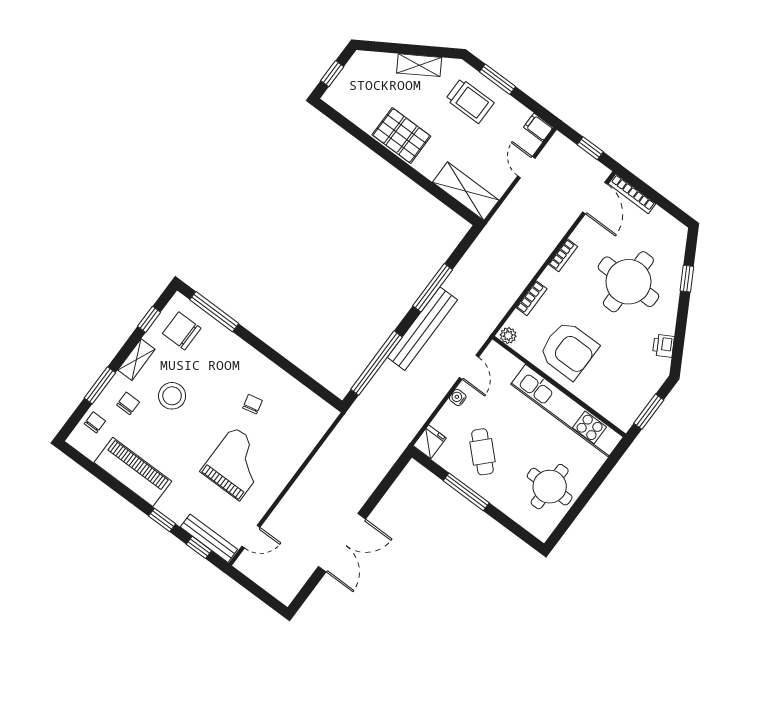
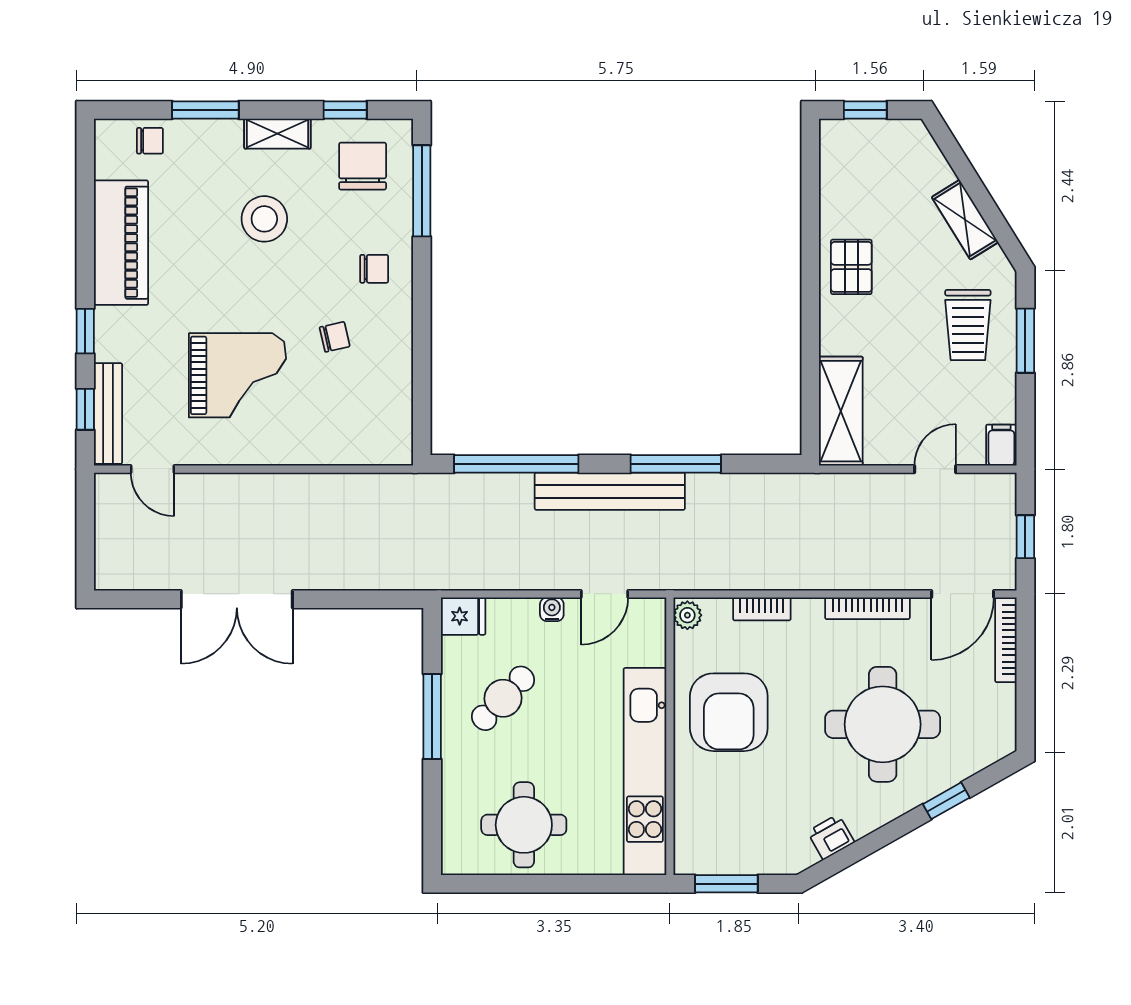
pallet: (401, 135) -> (851, 267), width x0.67, depth x0.71
bookcase: (563, 255) -> (867, 608), width x1.56
chair: (128, 403) -> (374, 269), moved

